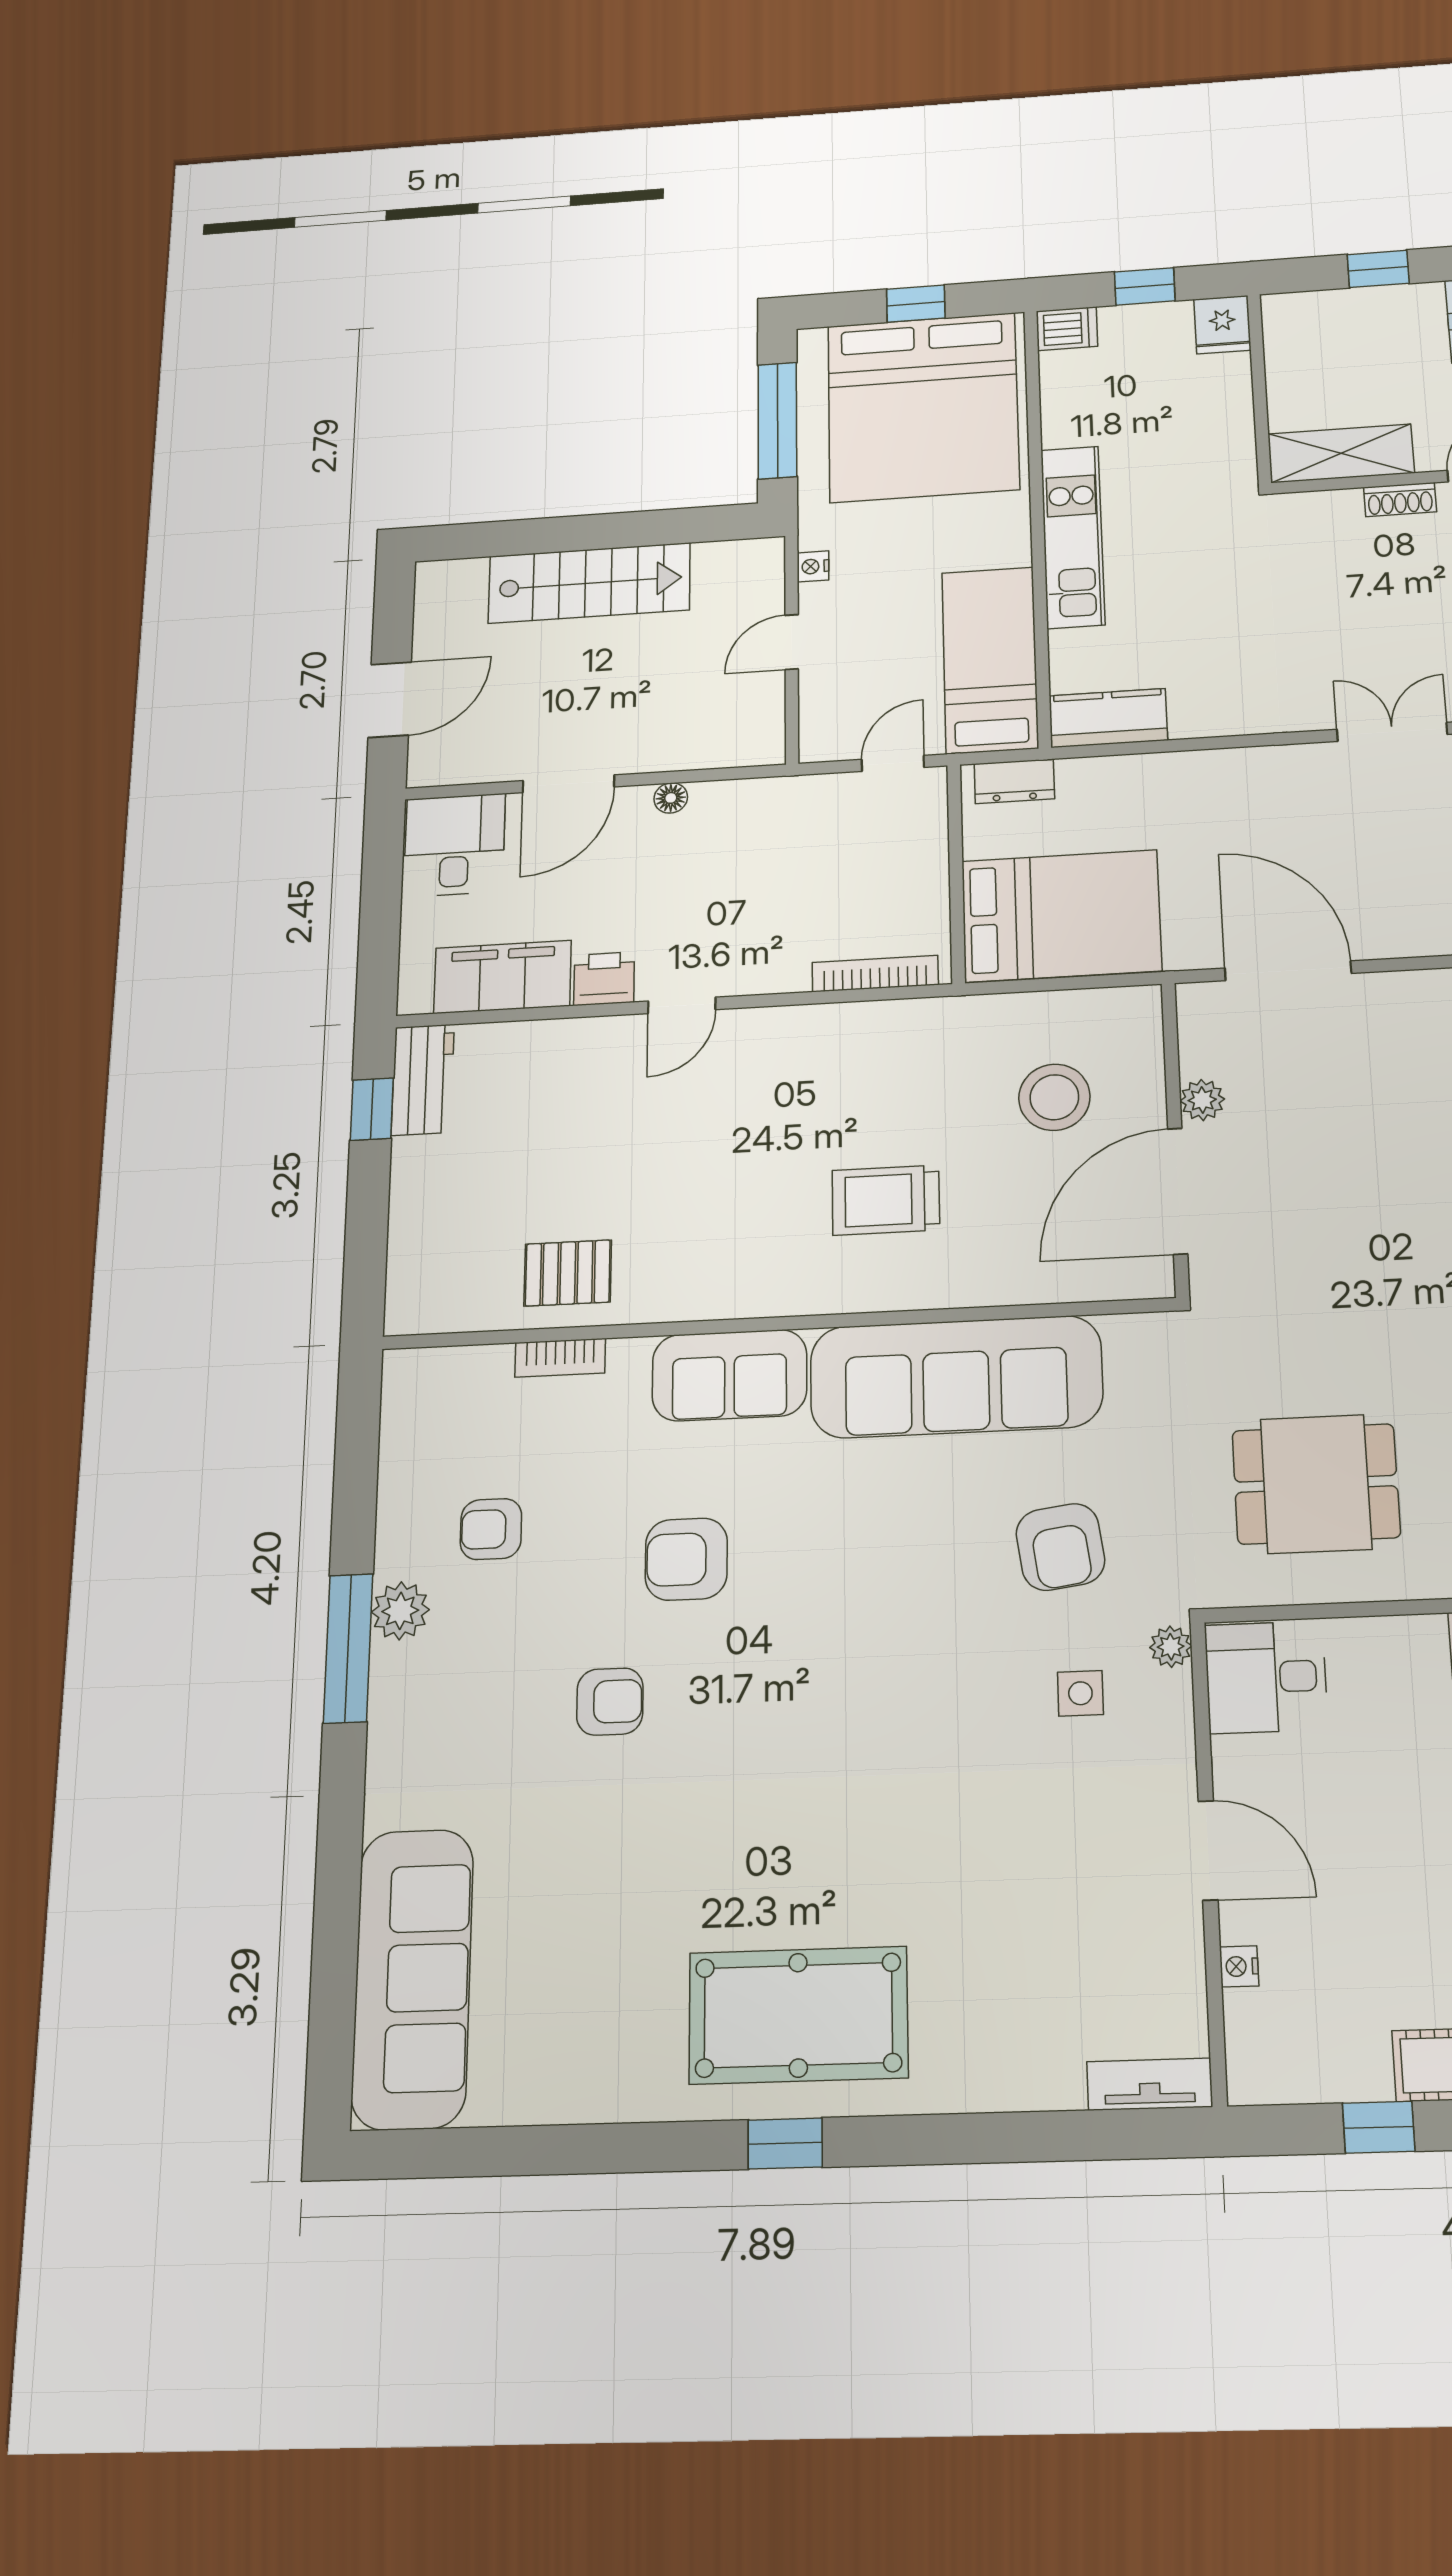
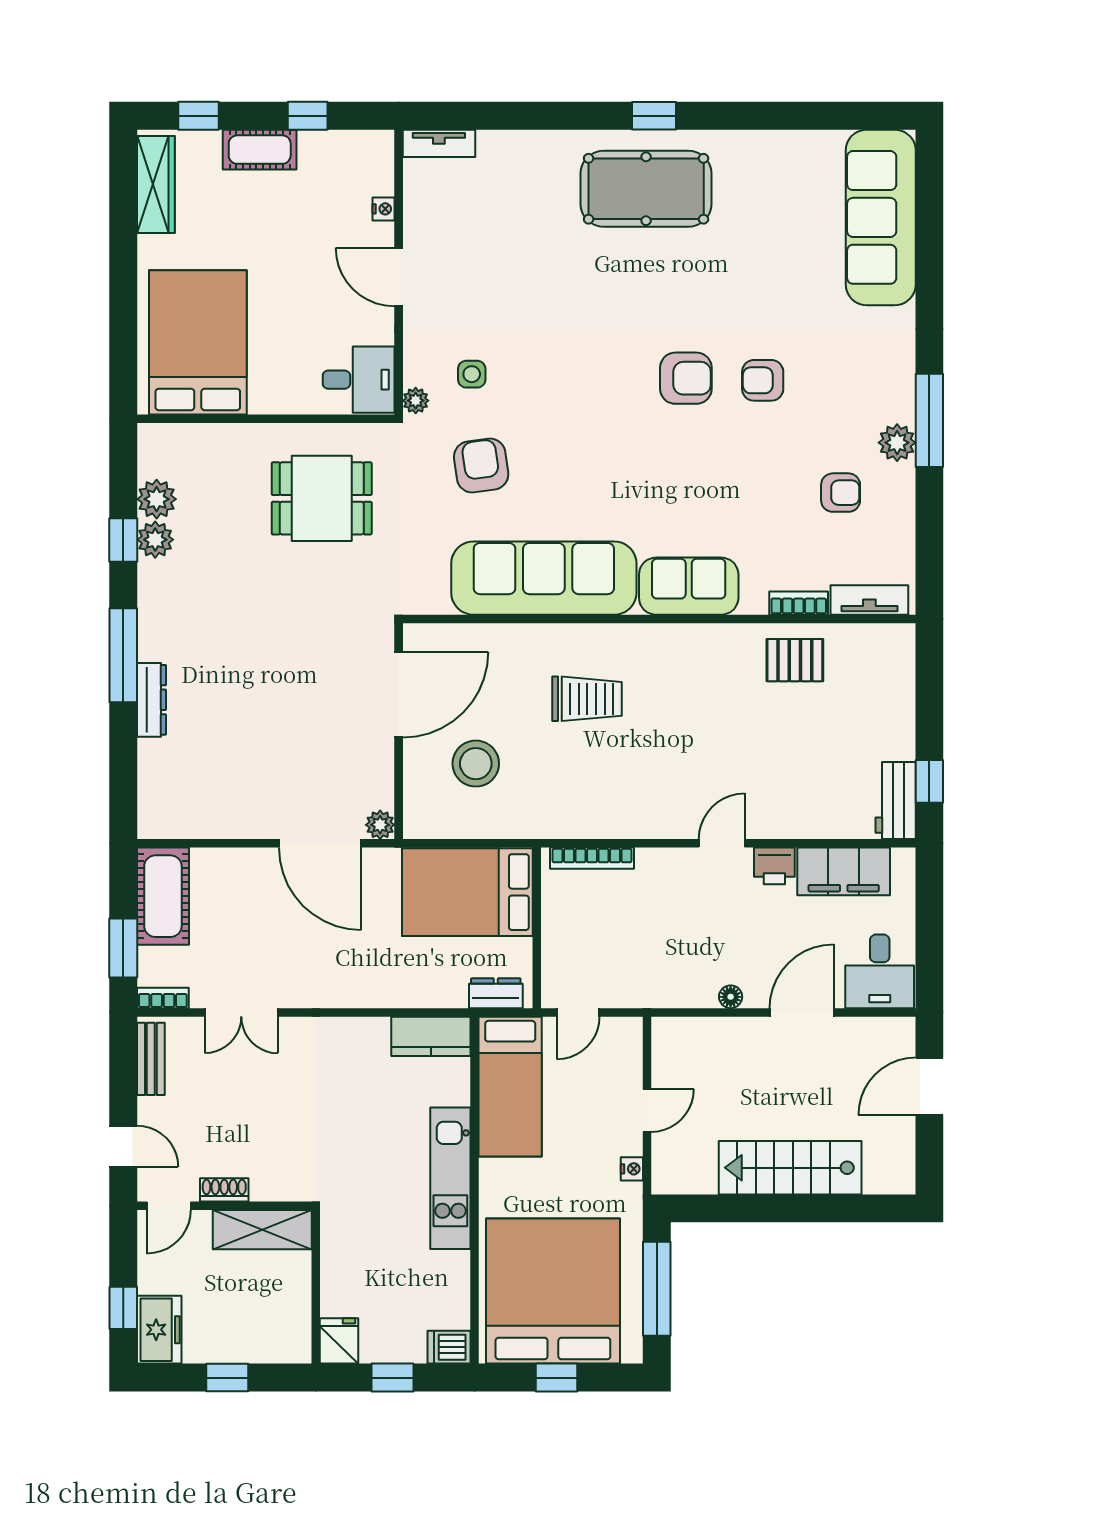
plant: (1202, 1100) -> (380, 825), moved
tv unit: (452, 1368) -> (869, 600), added
armchair: (686, 1559) -> (686, 378), moved

